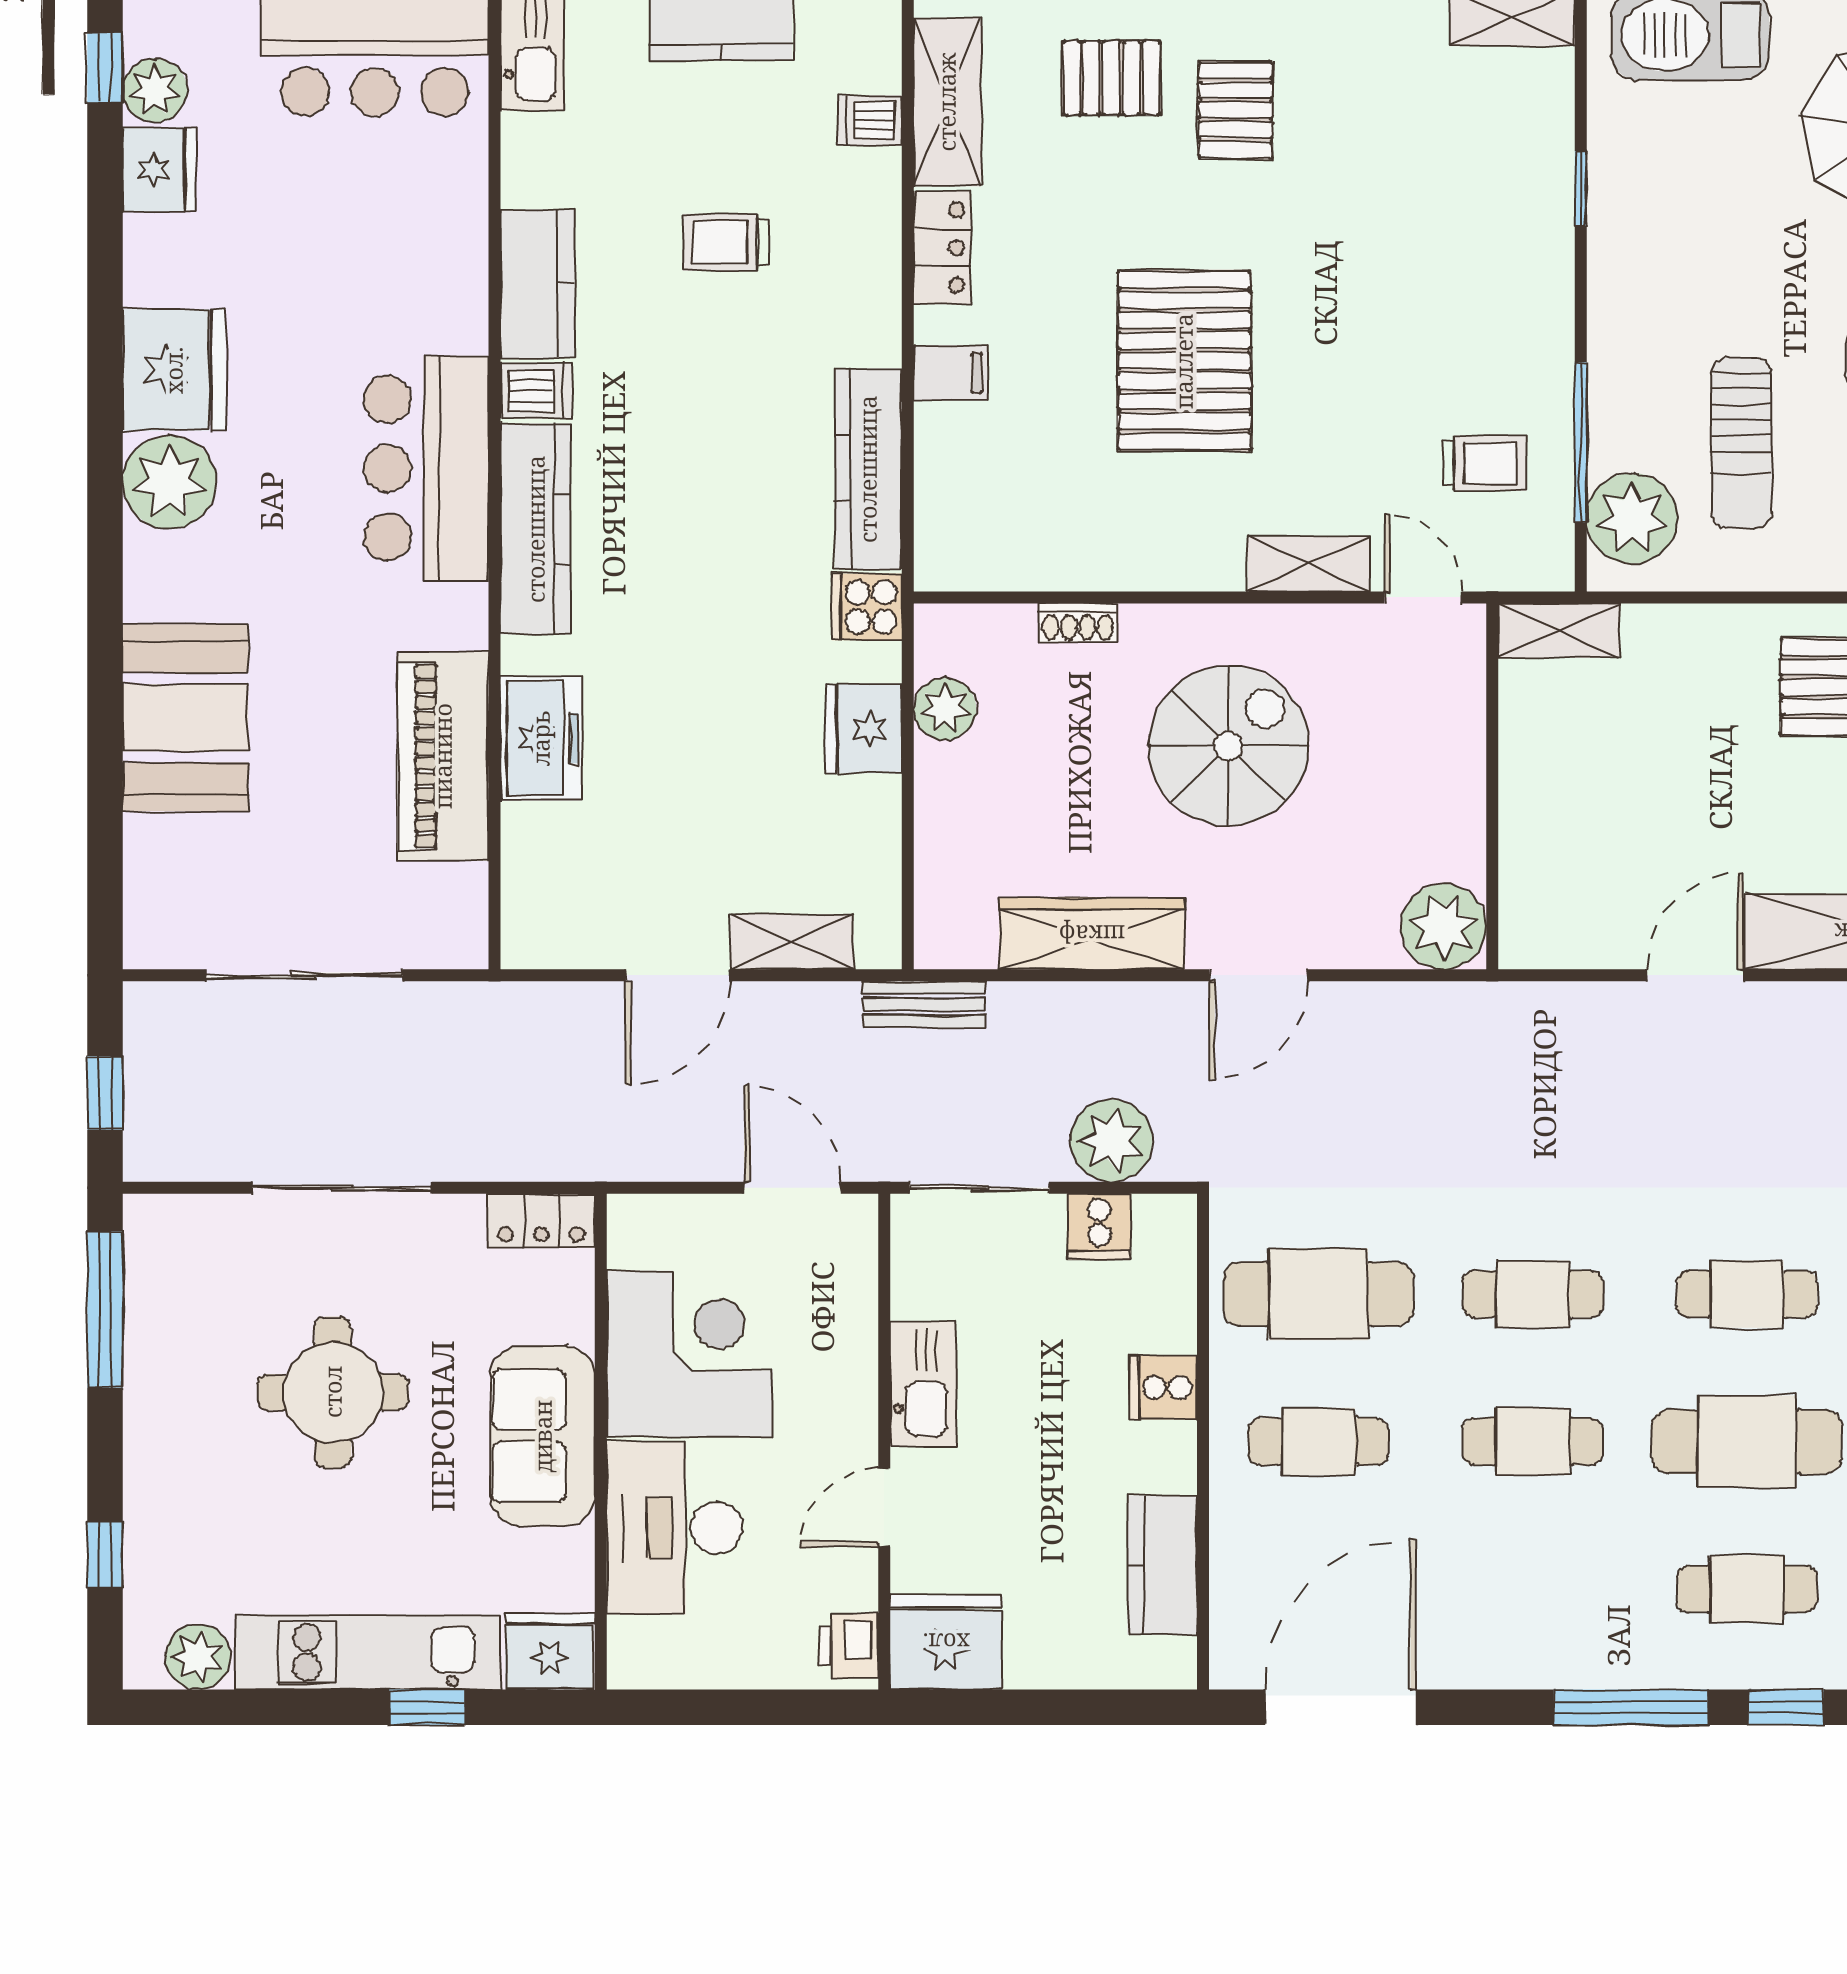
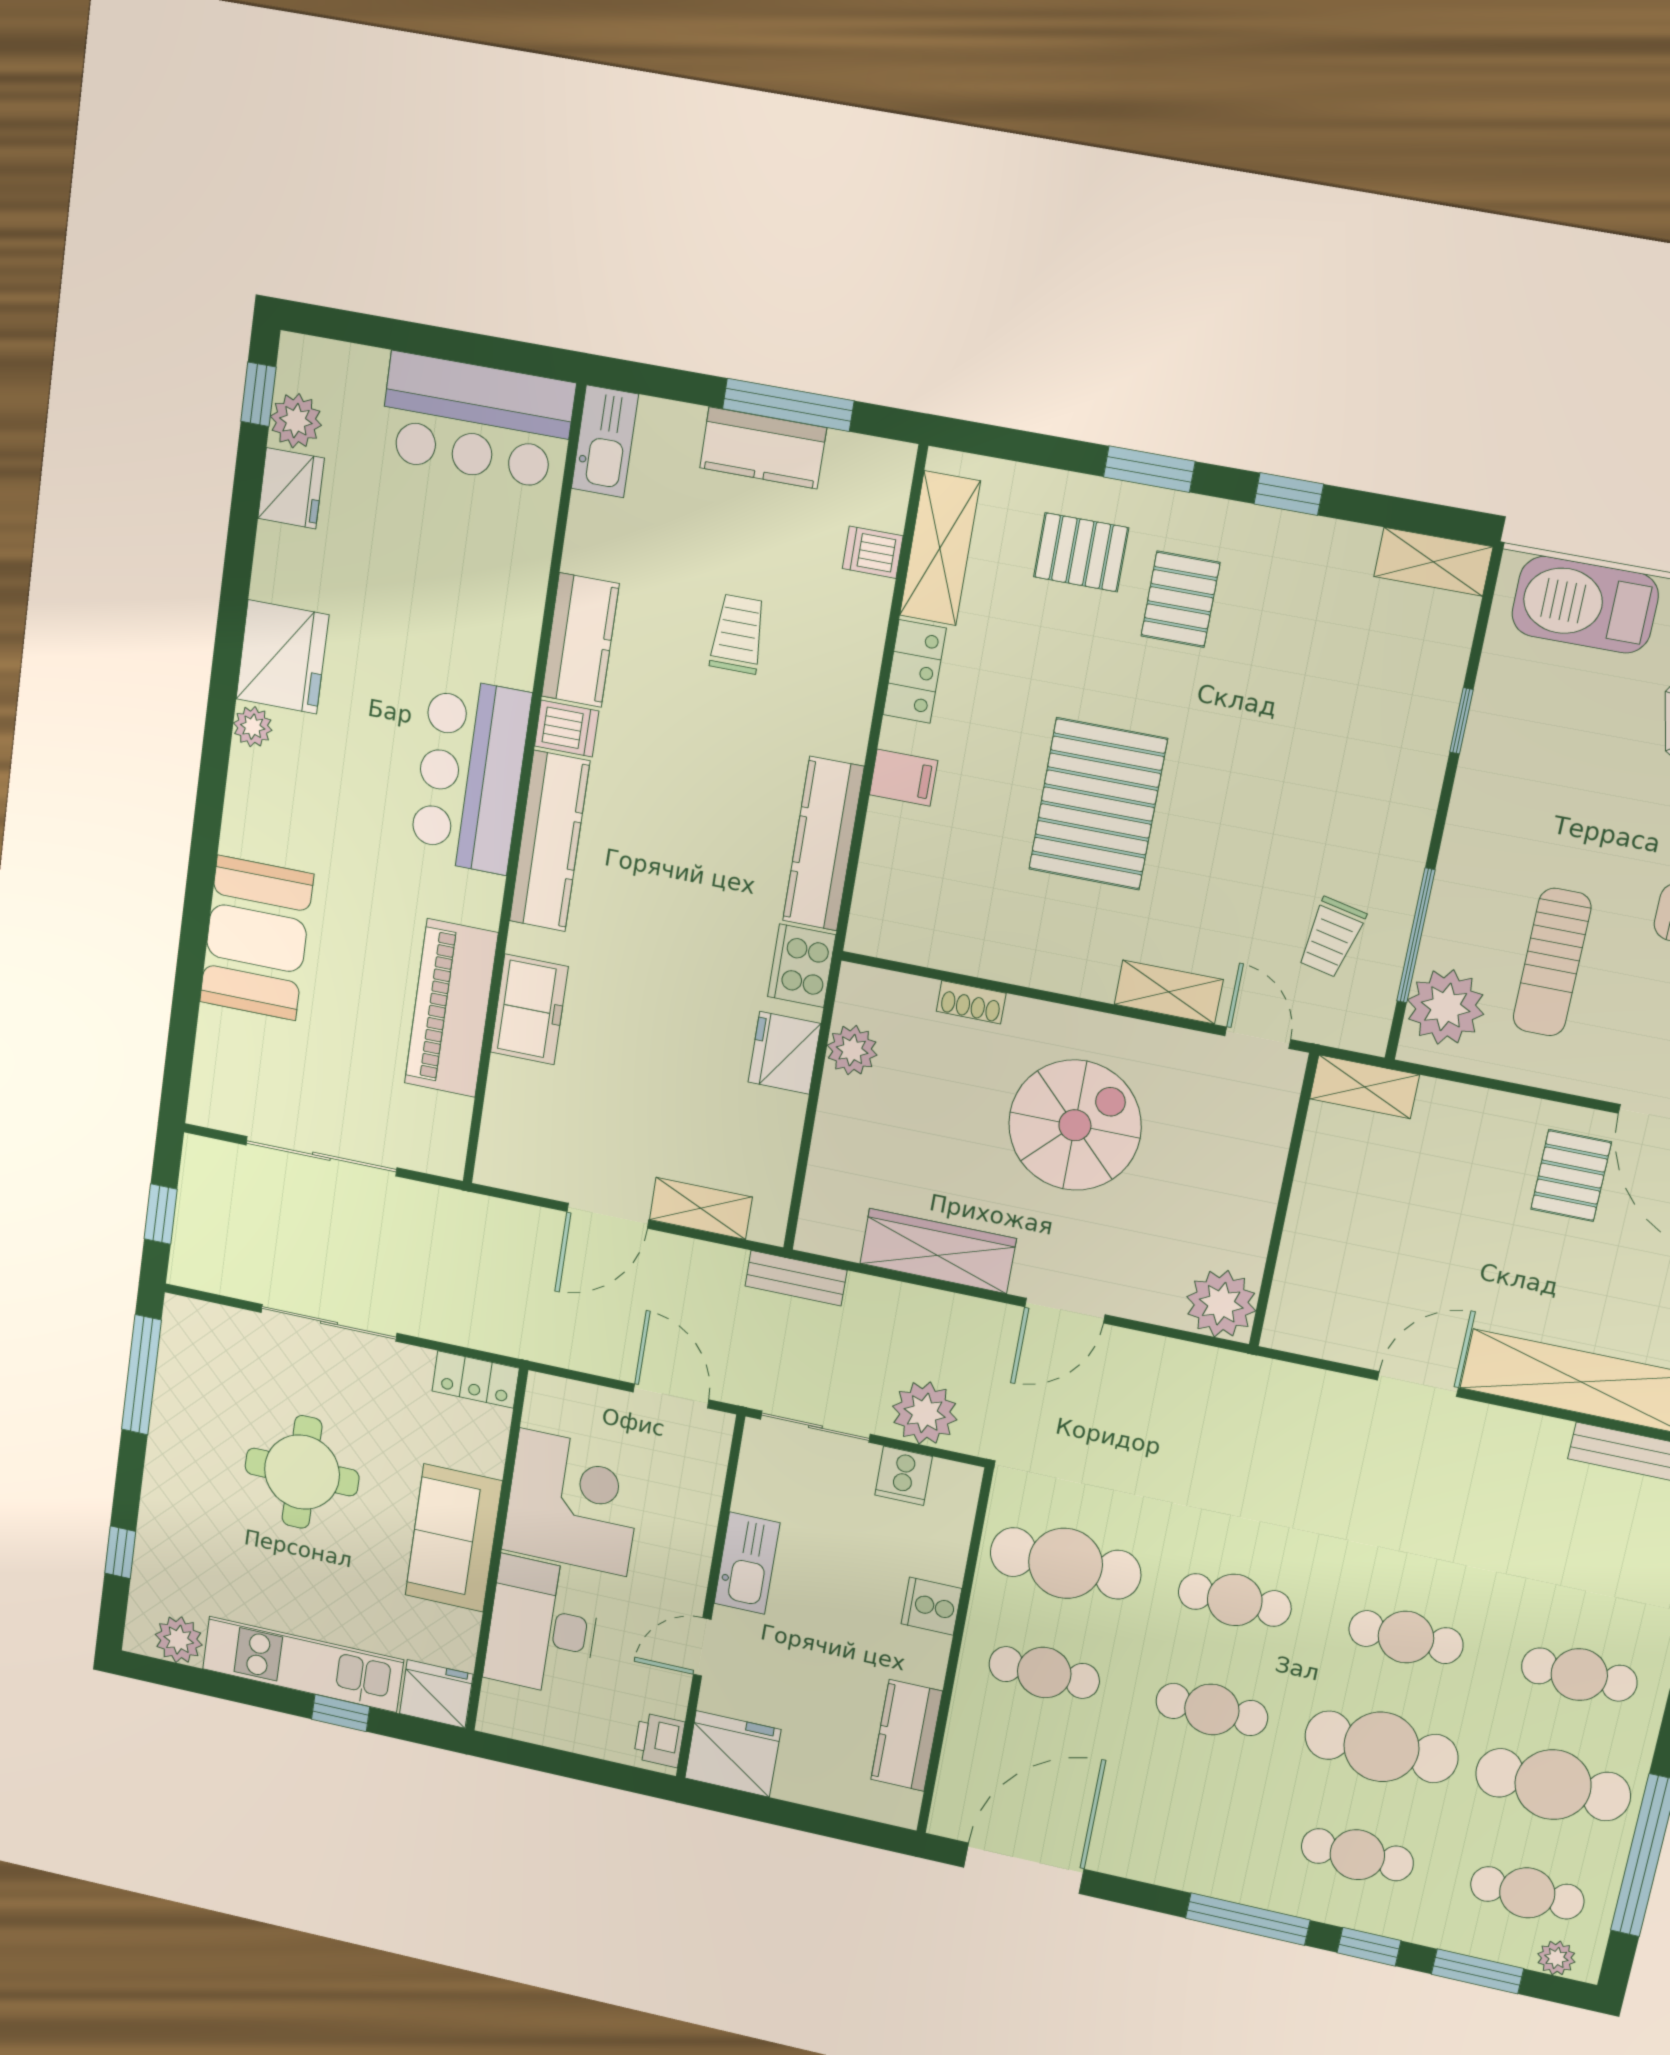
trolley: (726, 242) -> (738, 634), turned 90
trolley: (1485, 463) -> (1331, 937), turned 102
plant: (170, 482) -> (253, 727), width x0.53, depth x0.53
cooker: (867, 607) -> (802, 966), width x1.36

